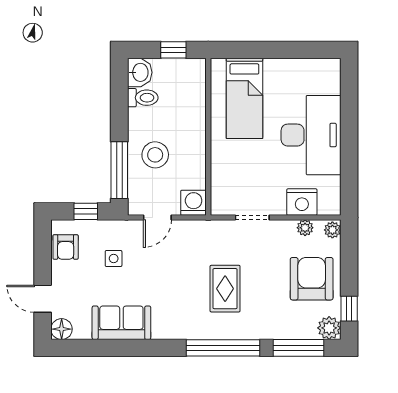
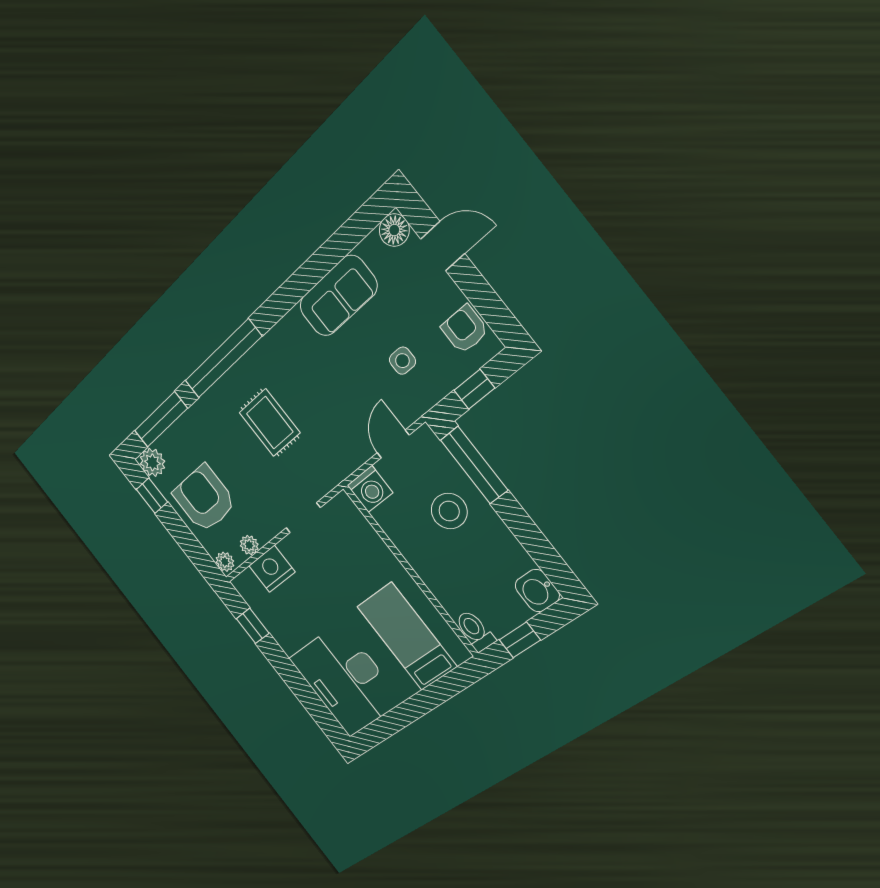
toilet: (143, 98) -> (475, 631), moved, turned 90
desk: (311, 135) -> (345, 680), moved
window: (349, 176) -> (253, 626), added
armchair: (312, 279) -> (204, 499), turned 180

